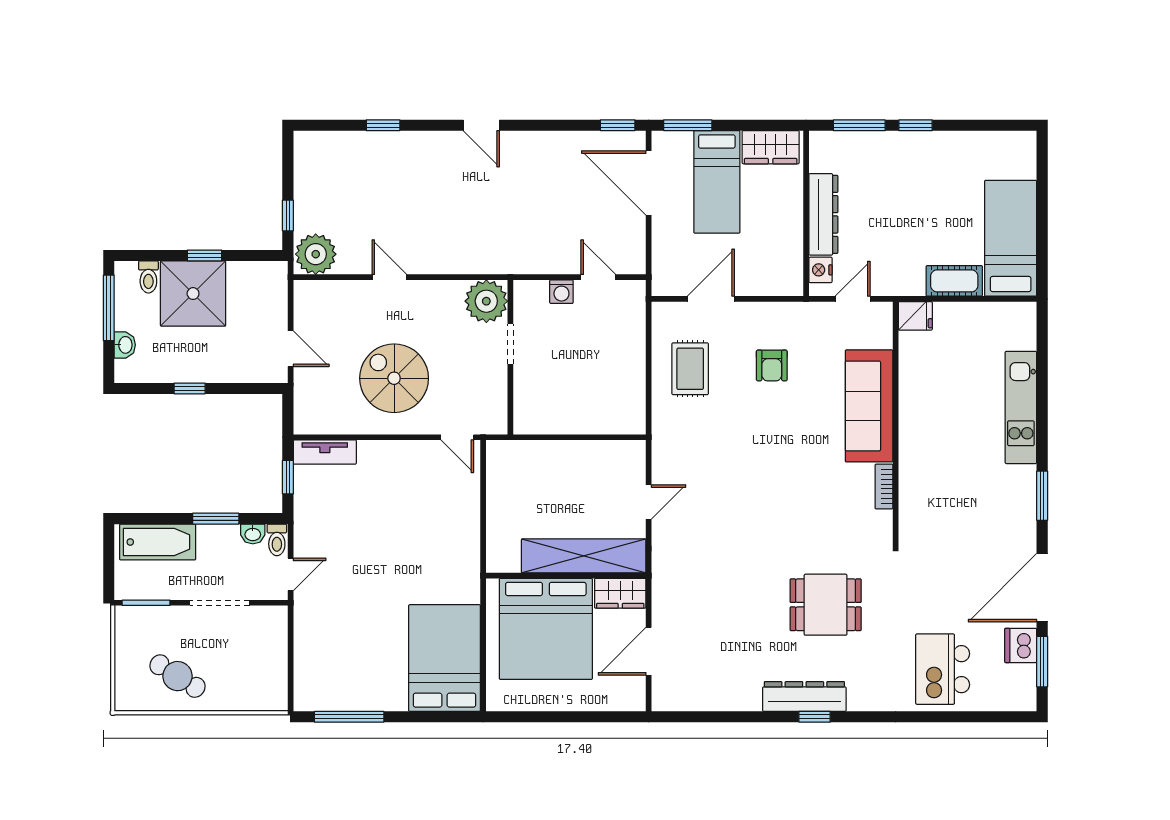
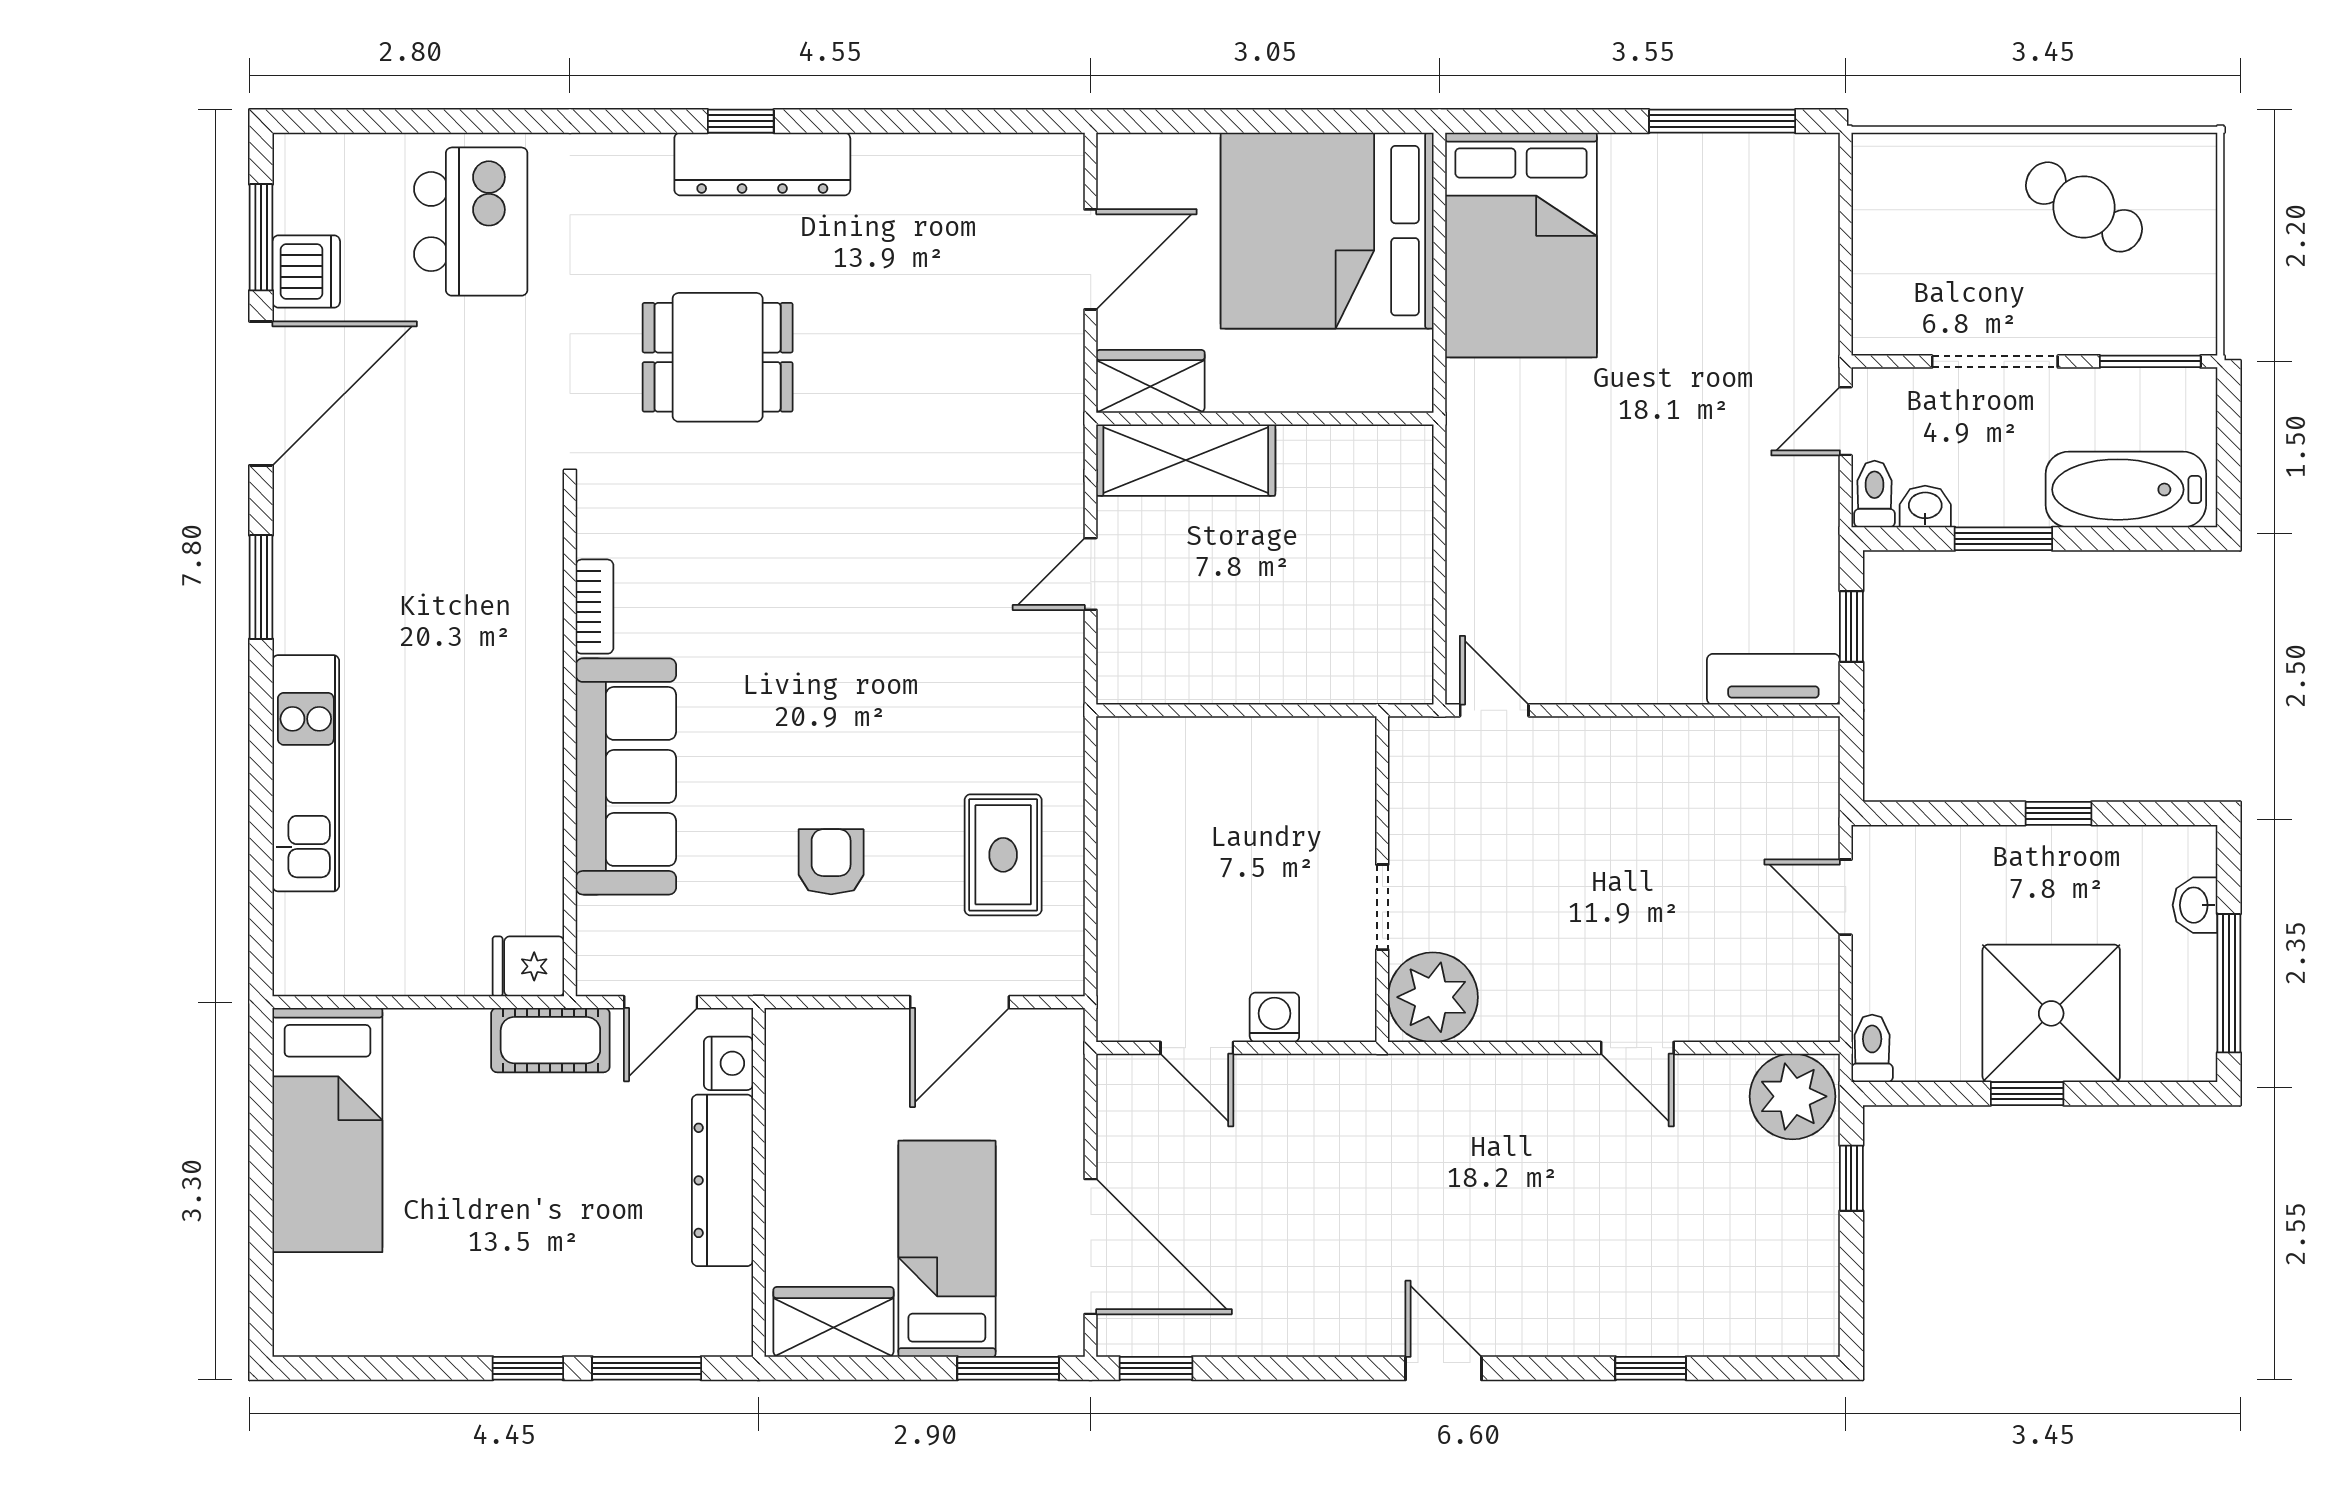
toilet: (148, 277) -> (1872, 1048), moved
cot: (954, 281) -> (550, 1040), moved
spiral stairs: (394, 378) -> (1627, 835), removed
shelving: (584, 556) -> (1186, 460), width x0.68
bed: (546, 629) -> (1327, 231), moved, turned -90

